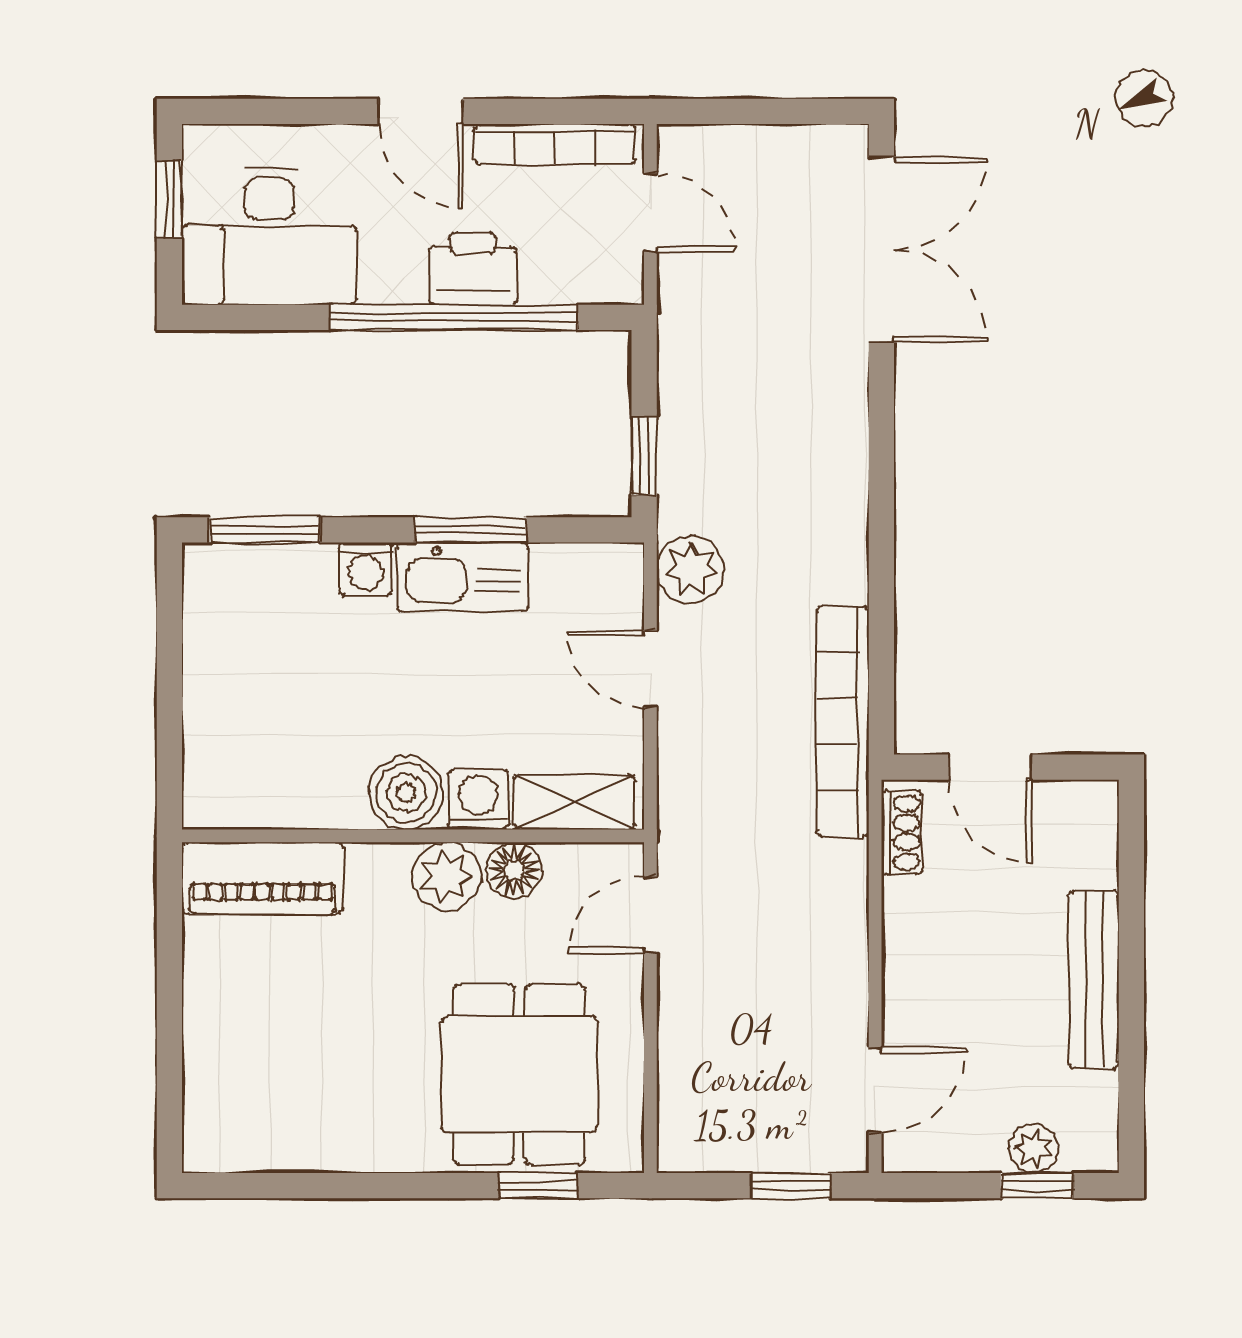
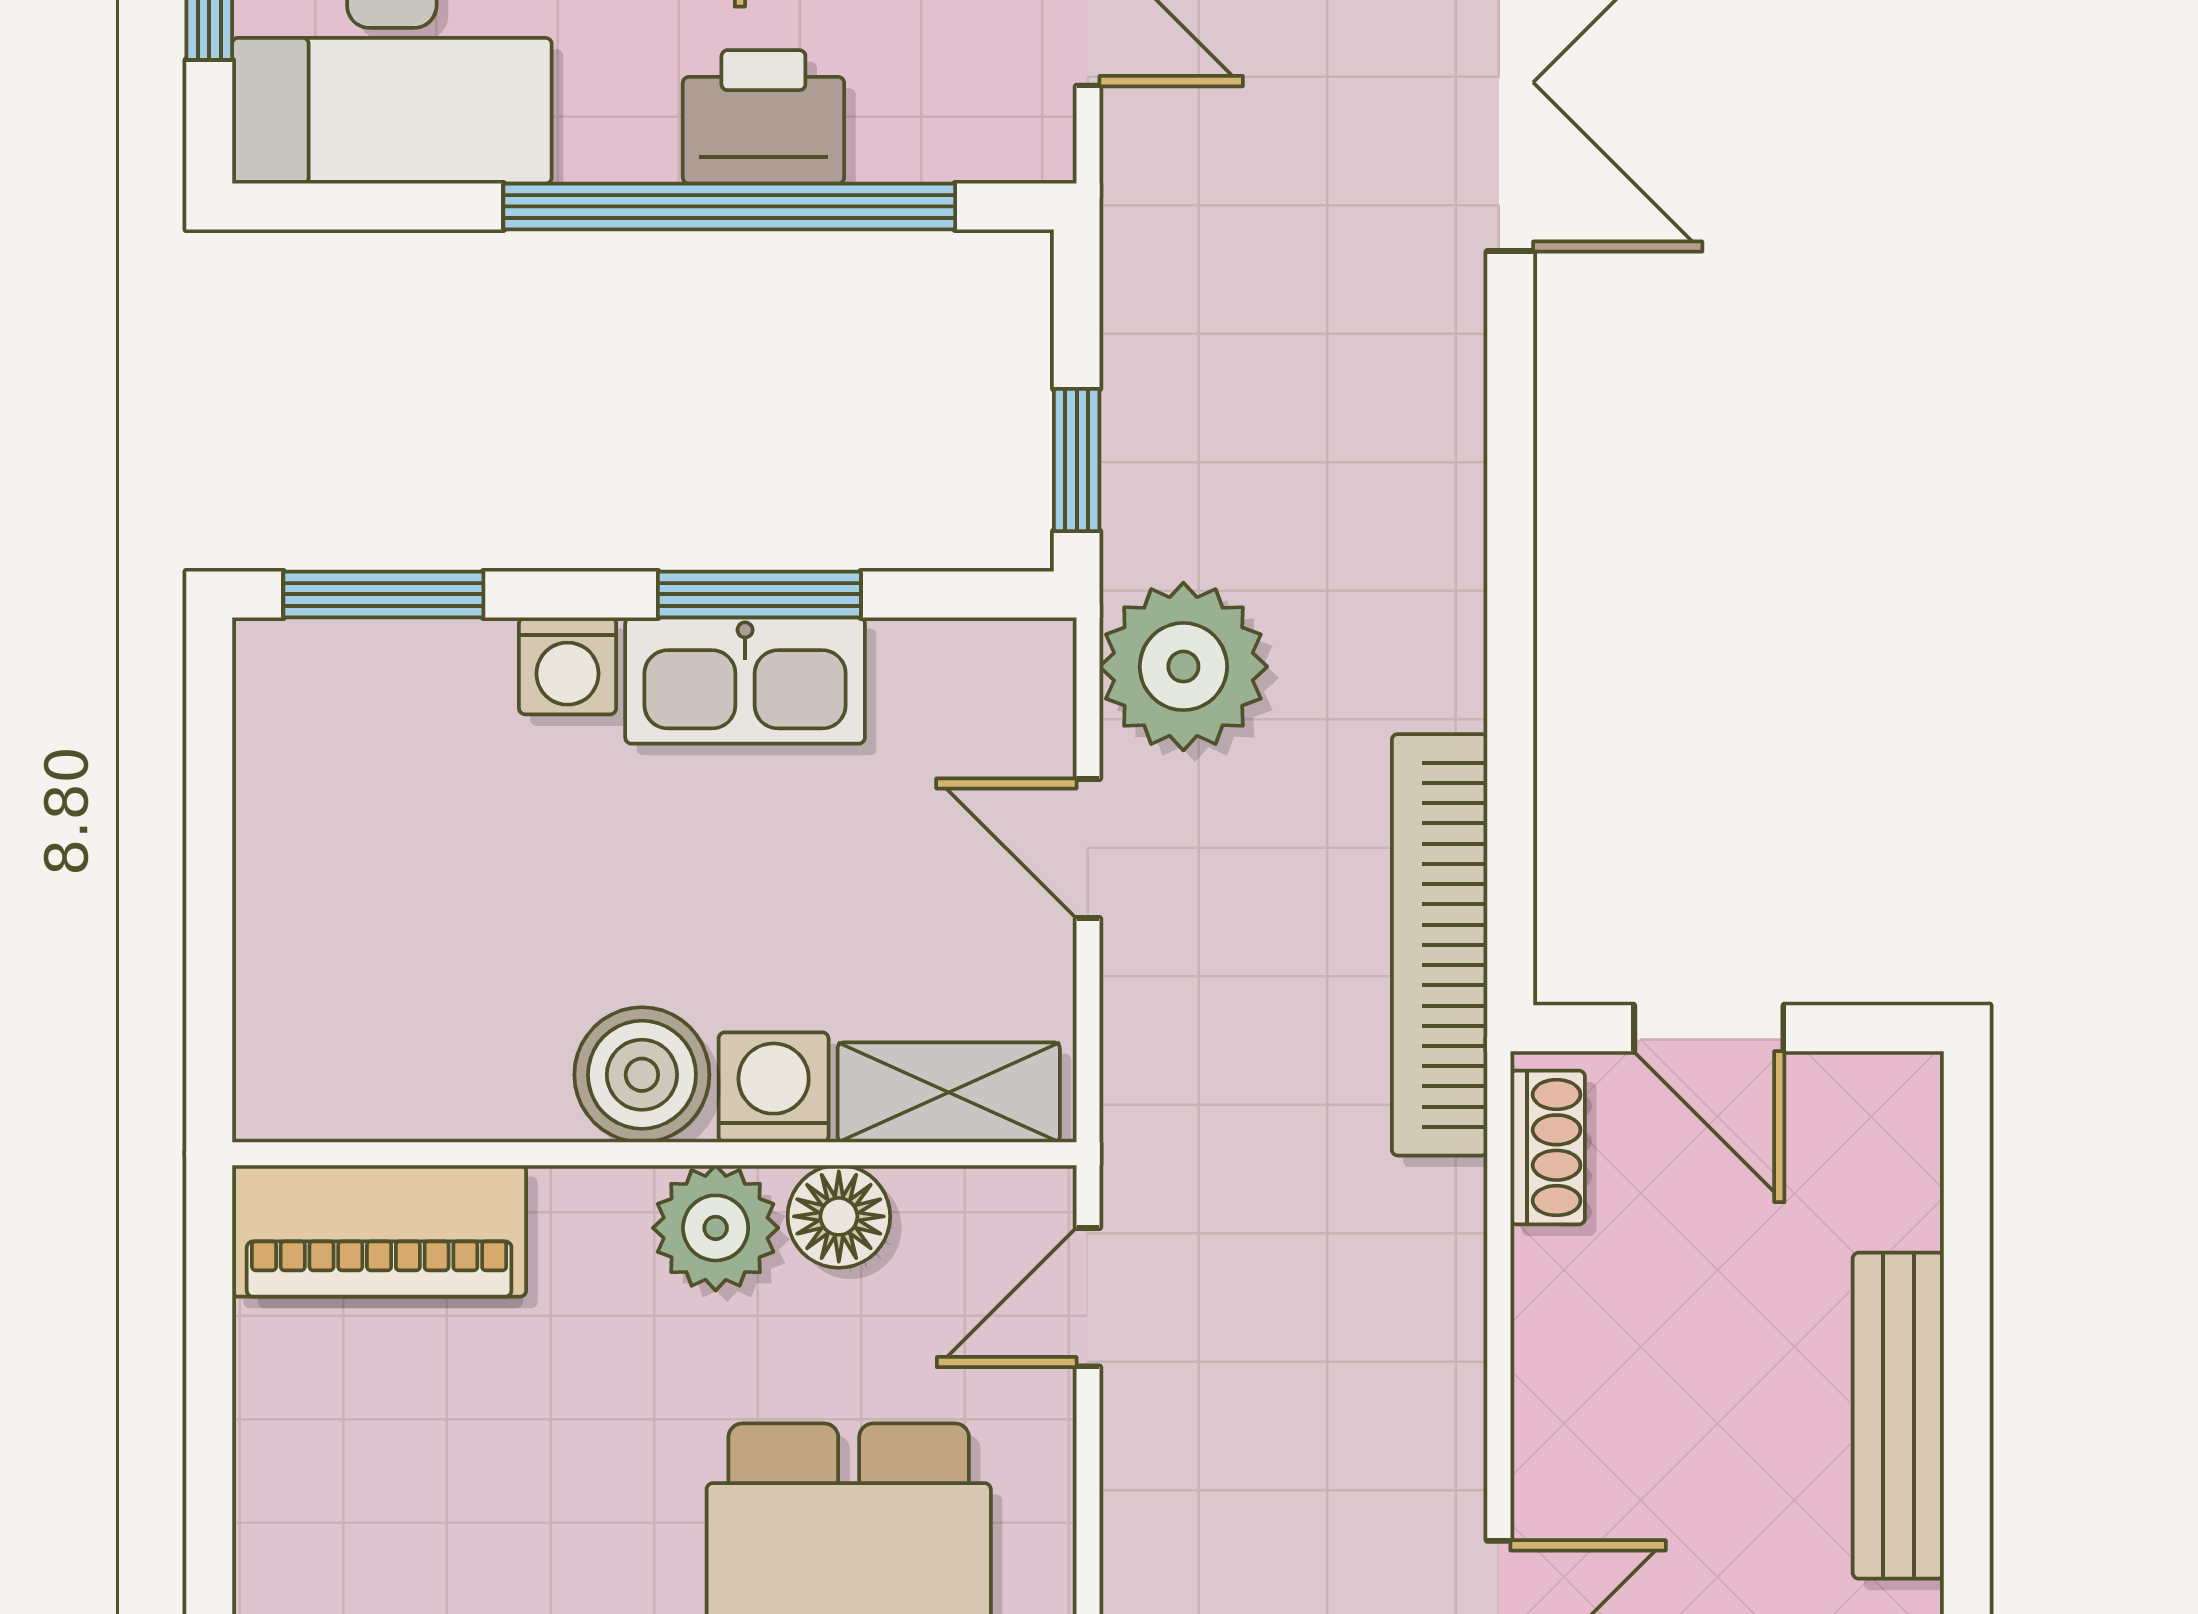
plant: (690, 569) -> (1183, 667), width x1.36, depth x1.36

